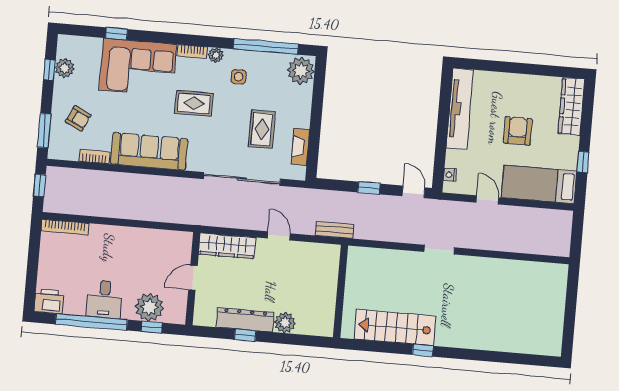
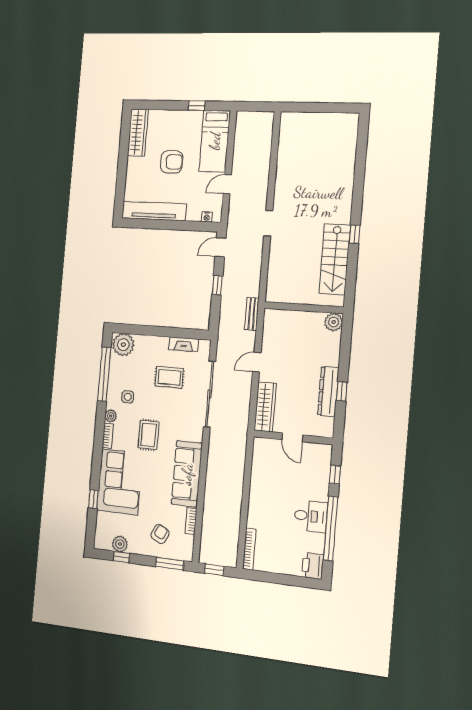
wardrobe: (571, 107) -> (138, 133), moved, turned -90
armchair: (518, 131) -> (172, 162), turned 180
plant: (149, 307) -> (318, 476), removed
plant: (285, 323) -> (334, 322), moved

